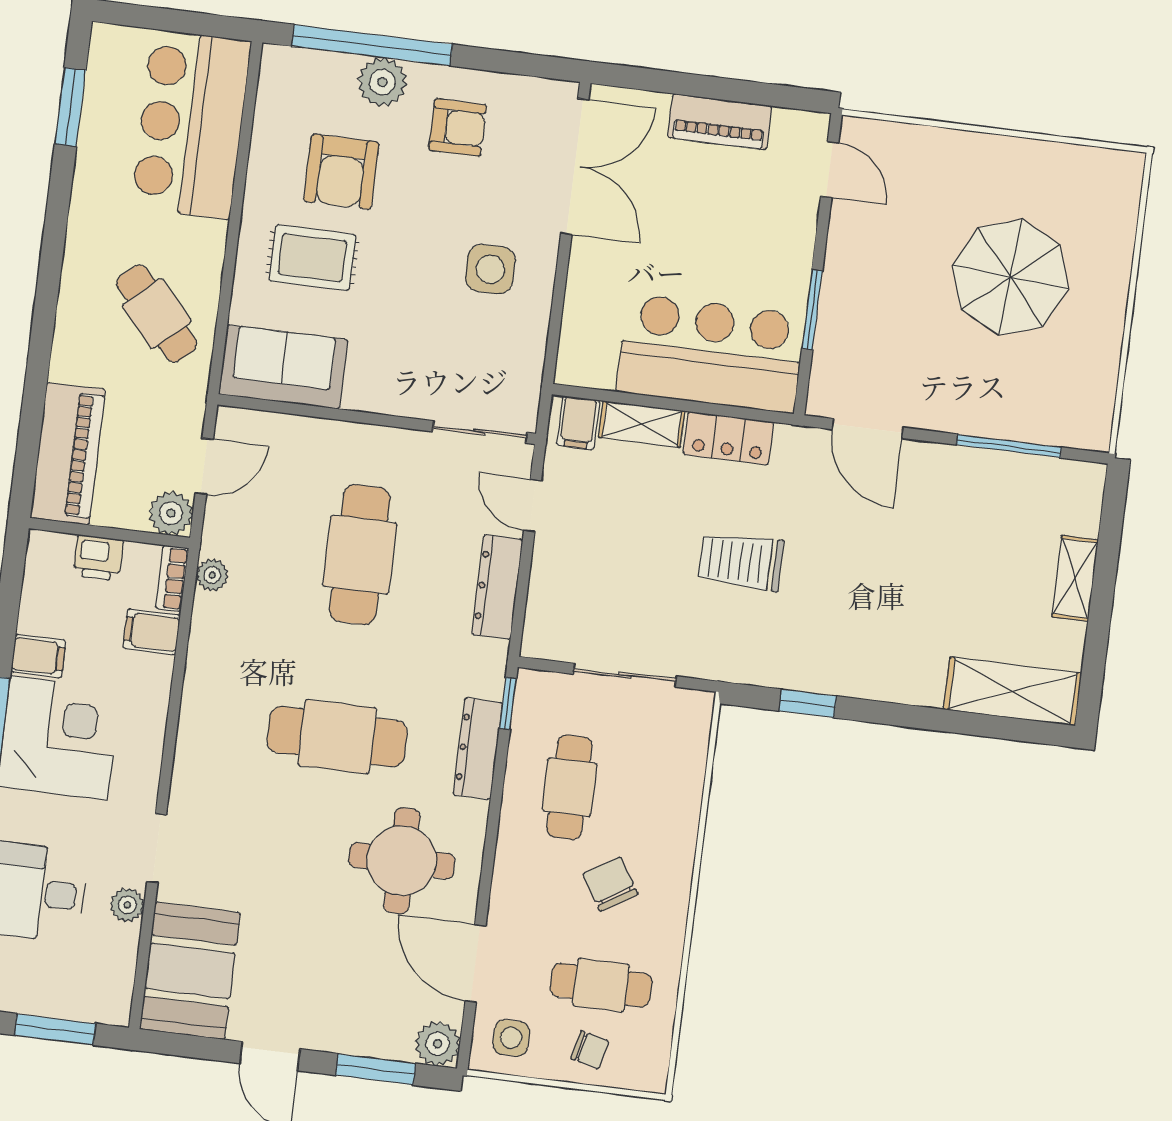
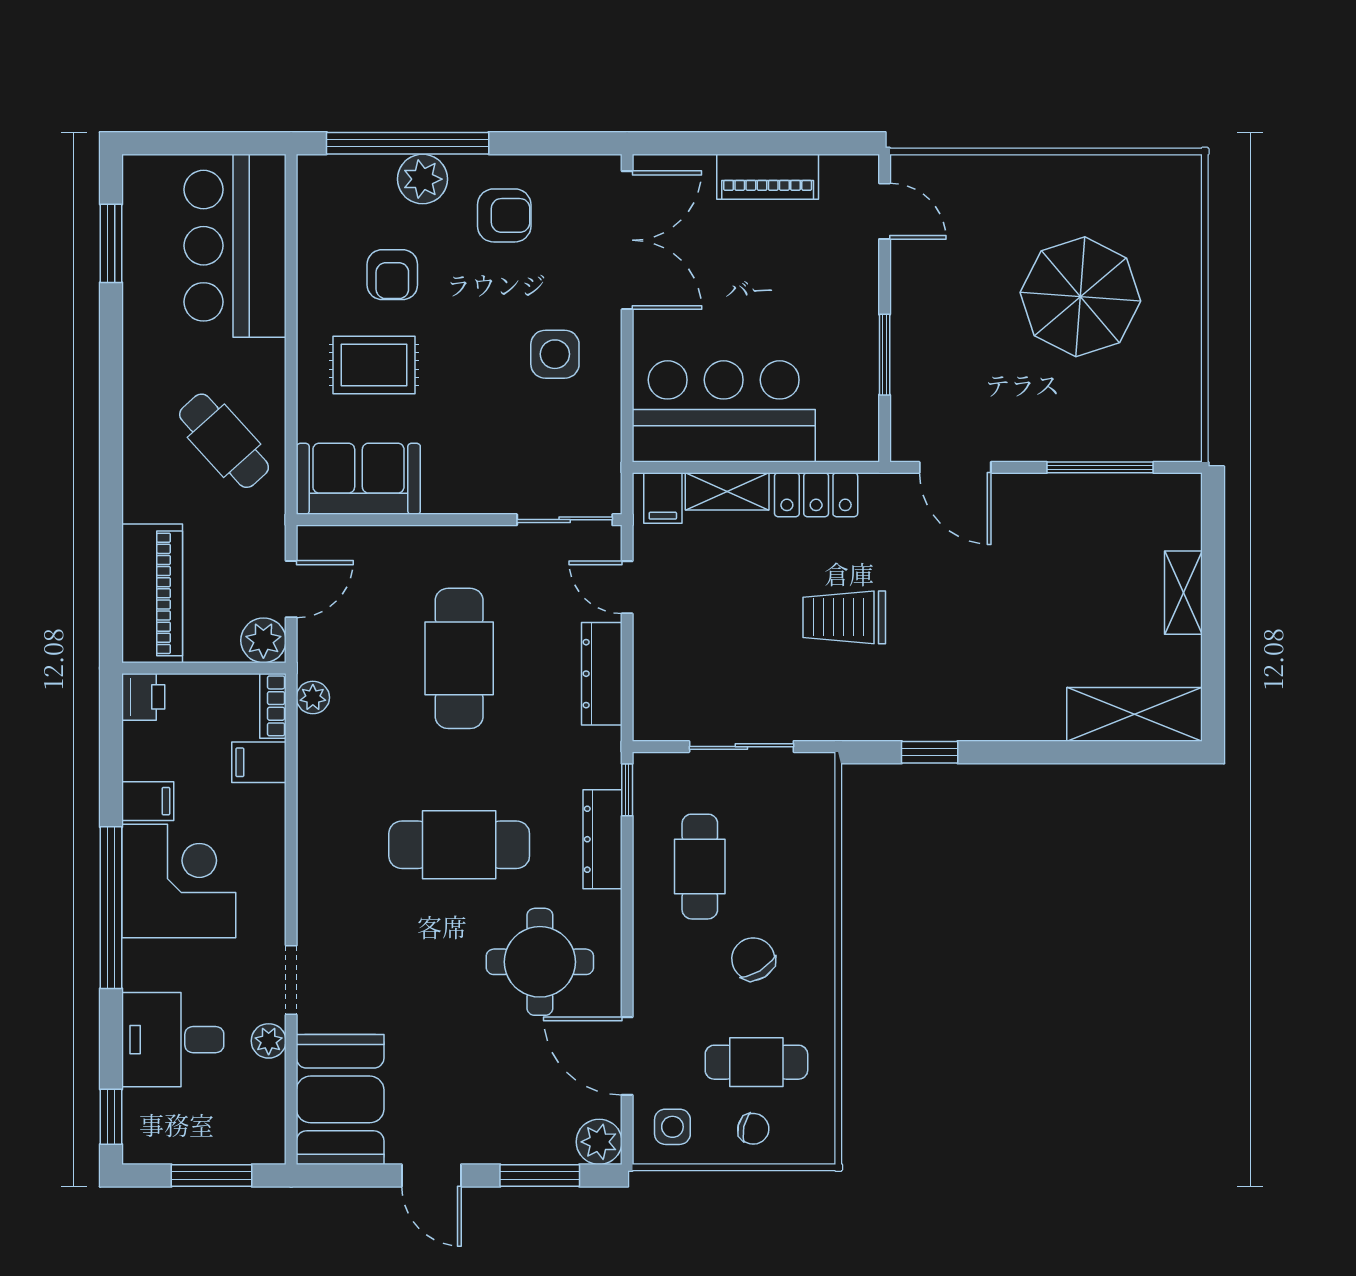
armchair: (341, 172) -> (392, 275), width x0.72, depth x0.72
bar counter: (711, 353) -> (724, 411), moved
printer: (98, 558) -> (143, 697), moved, turned -90

